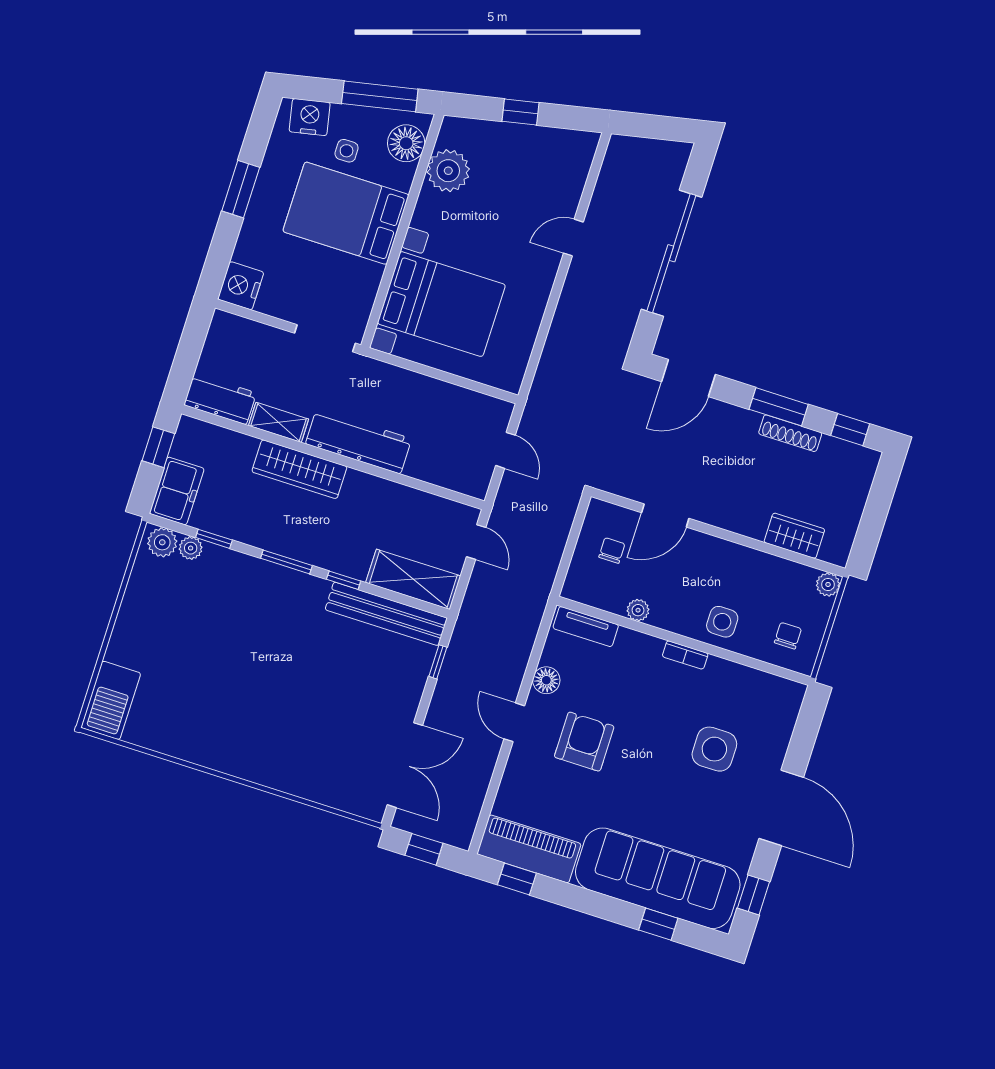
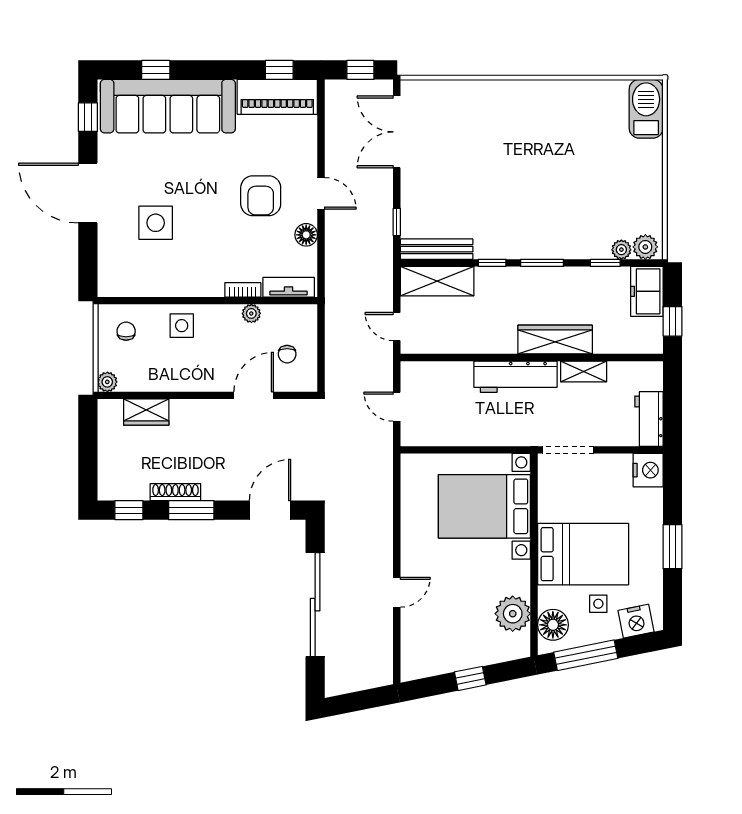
workbench: (220, 399) -> (649, 419), moved, turned 90
bench: (386, 614) -> (437, 249), width x0.73, depth x0.82
chair: (788, 636) -> (126, 331), turned 180
bookcase: (685, 655) -> (243, 290), moved

